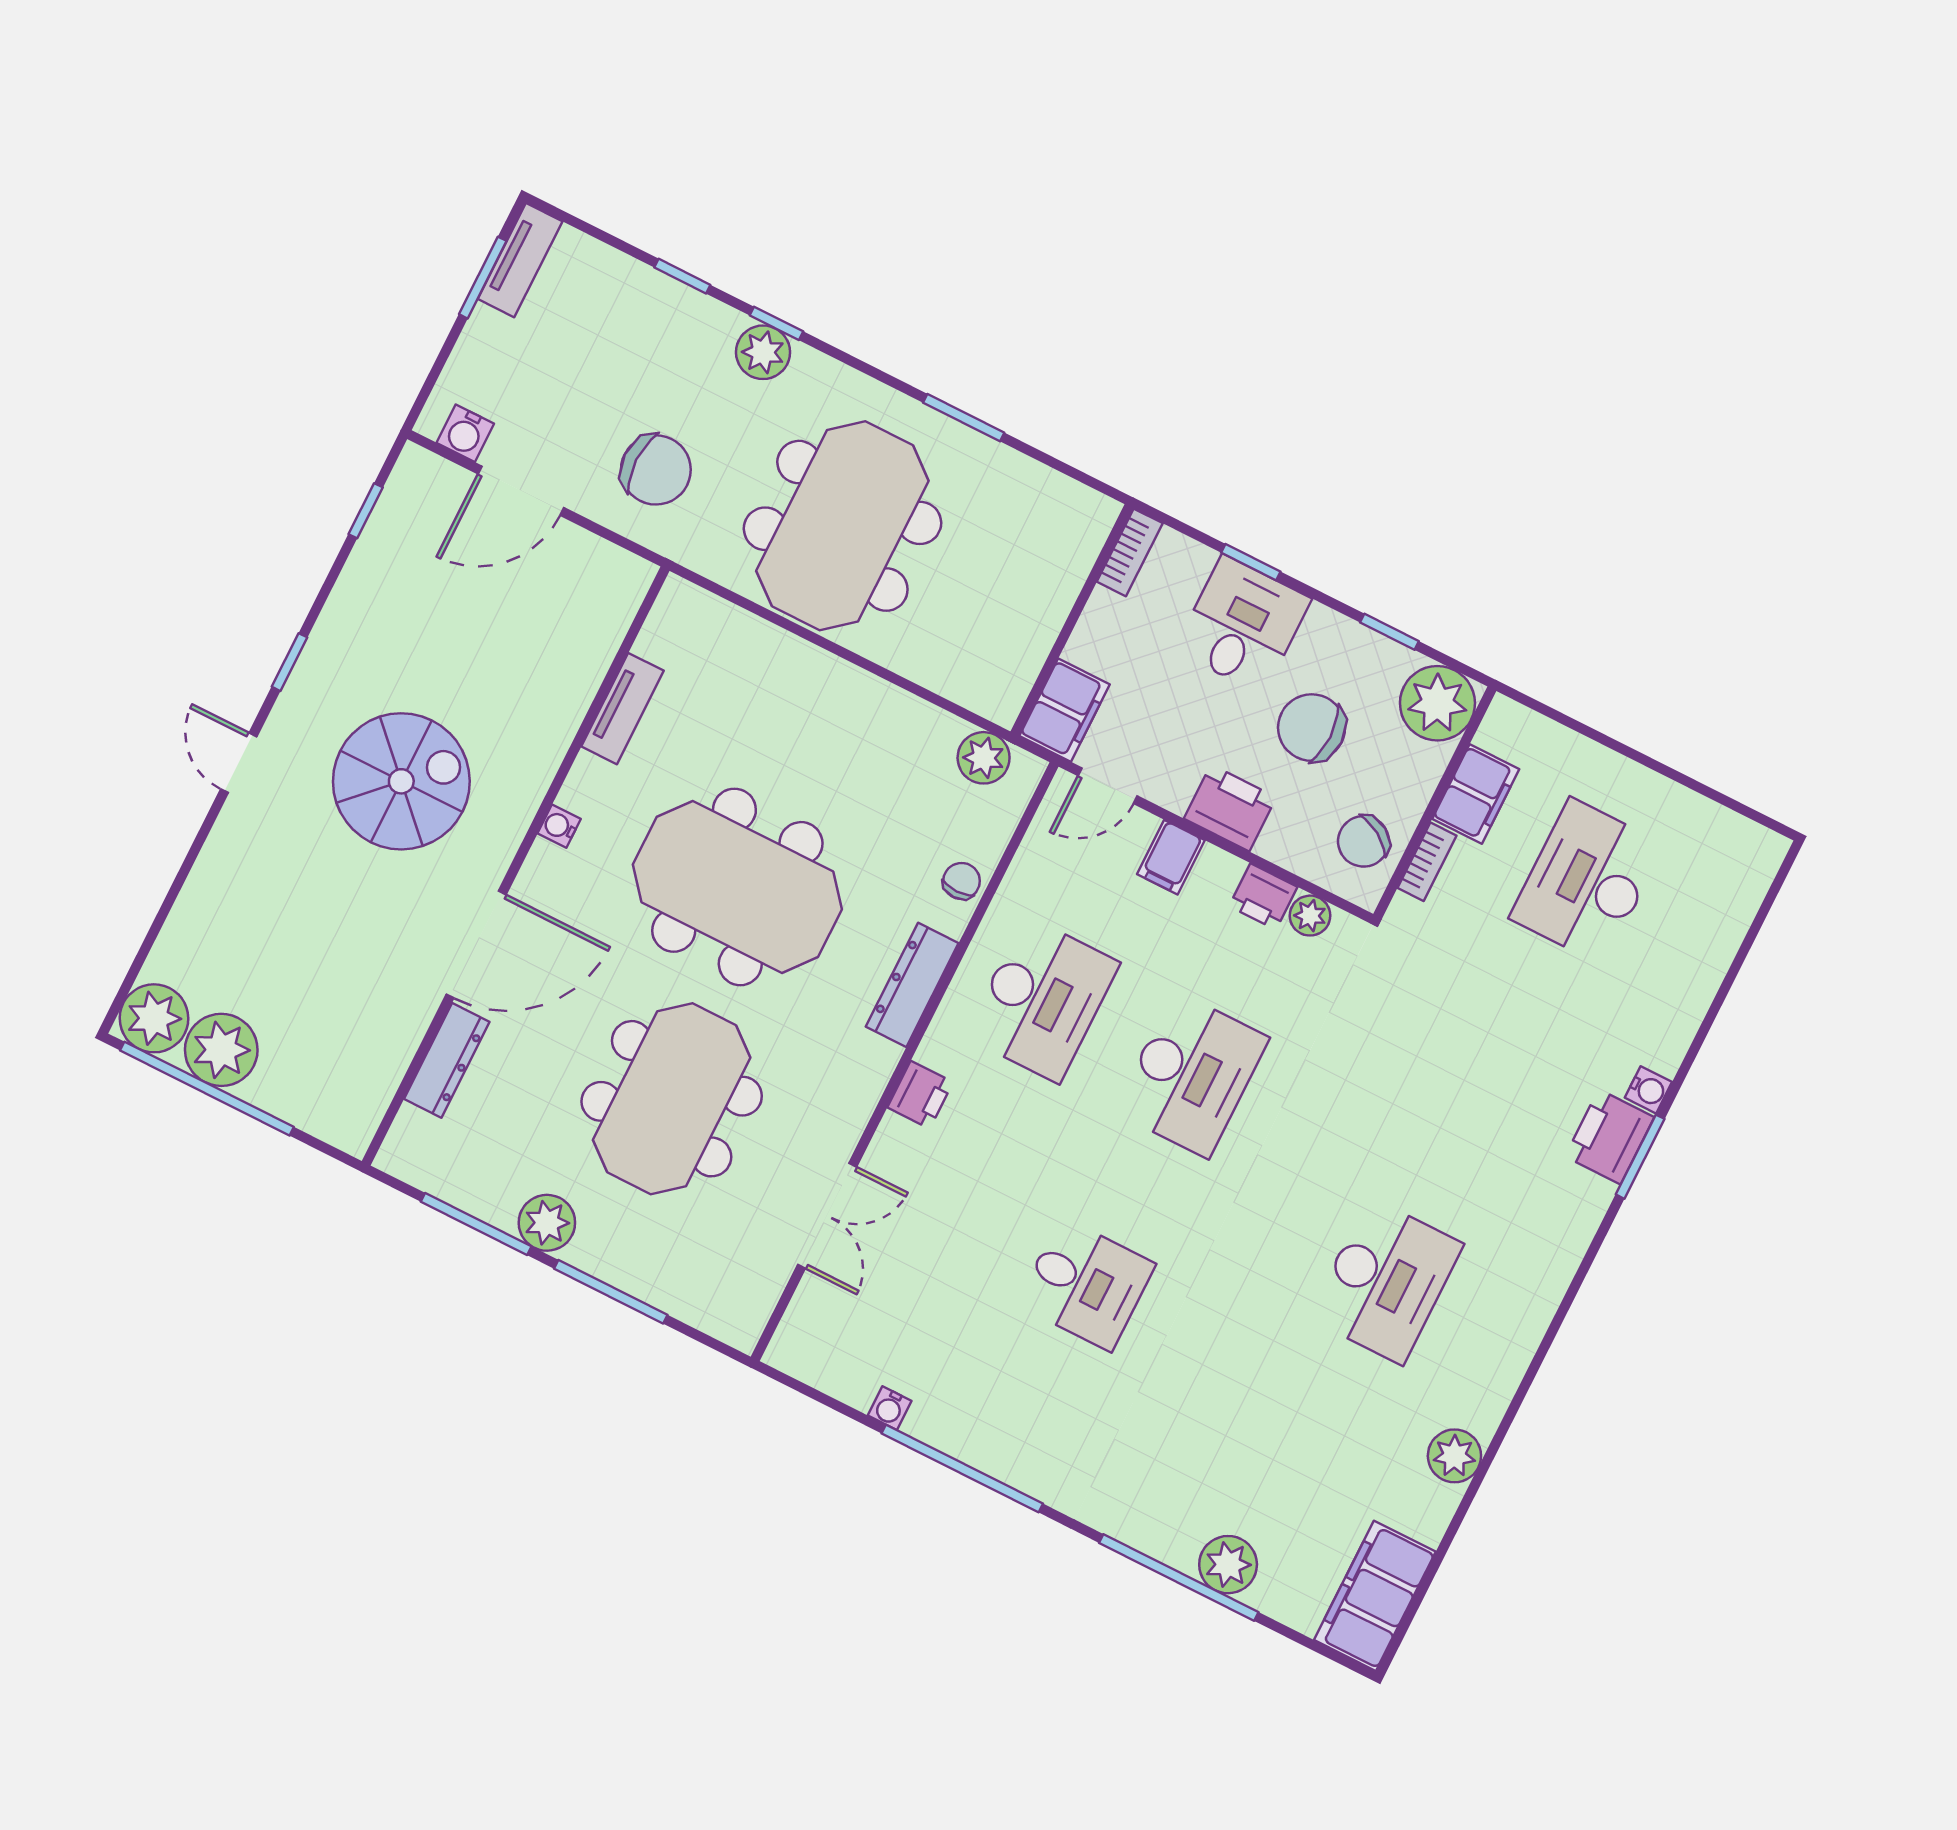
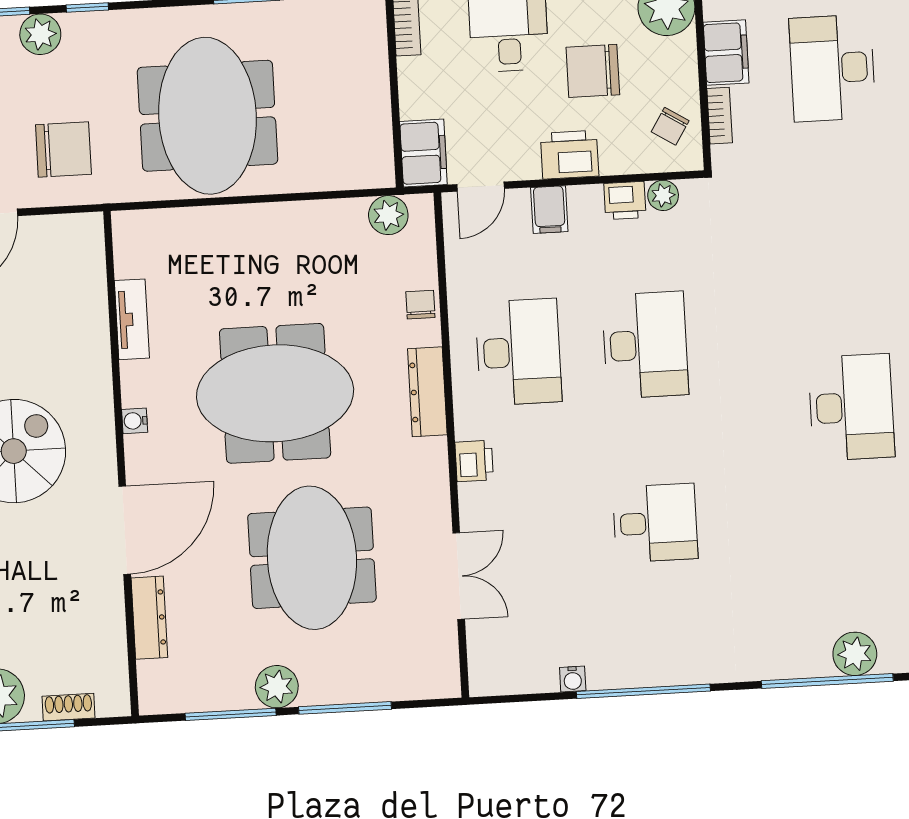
plant: (763, 352) -> (40, 34), moved
chair: (1364, 841) -> (670, 126), width x0.73, depth x0.73
shoe rack: (296, 1109) -> (69, 707), added

